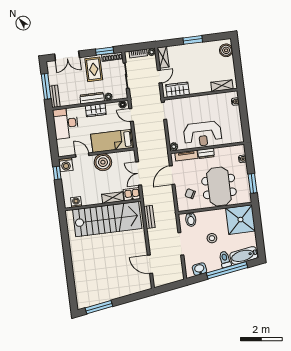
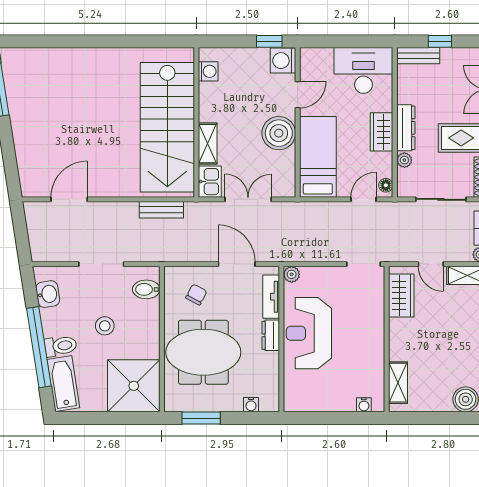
window: (46, 86) -> (440, 41), width x0.46

